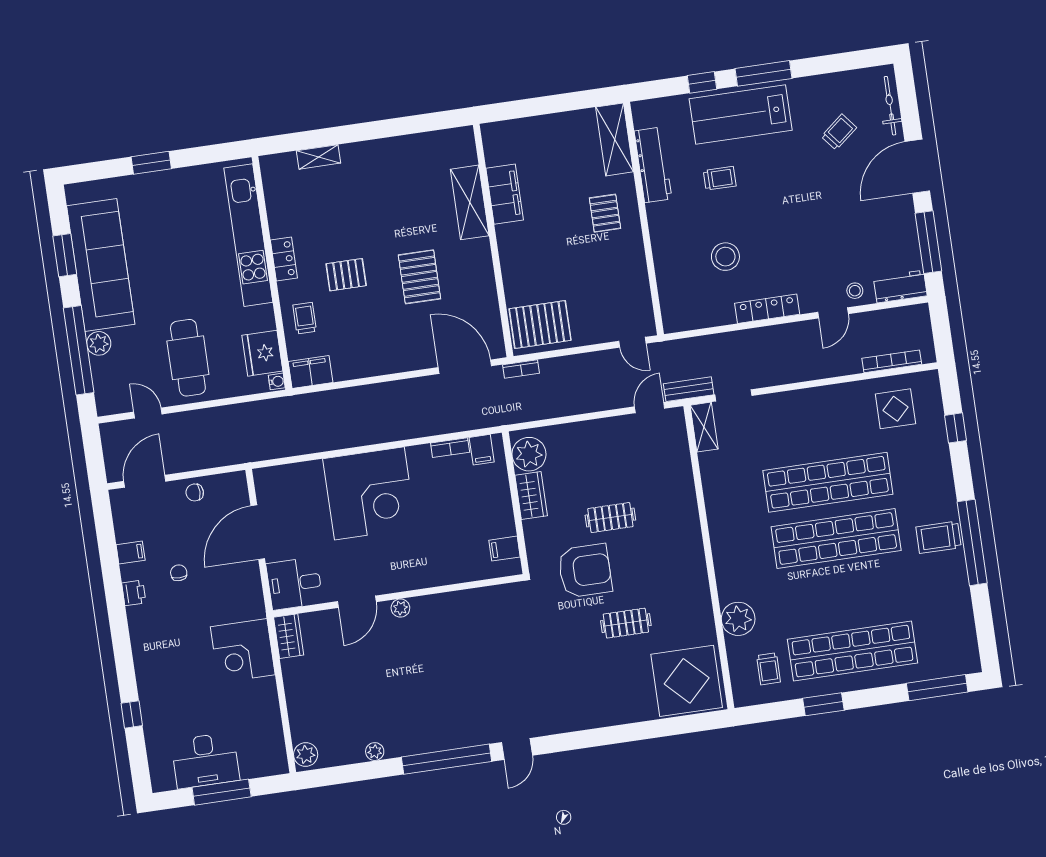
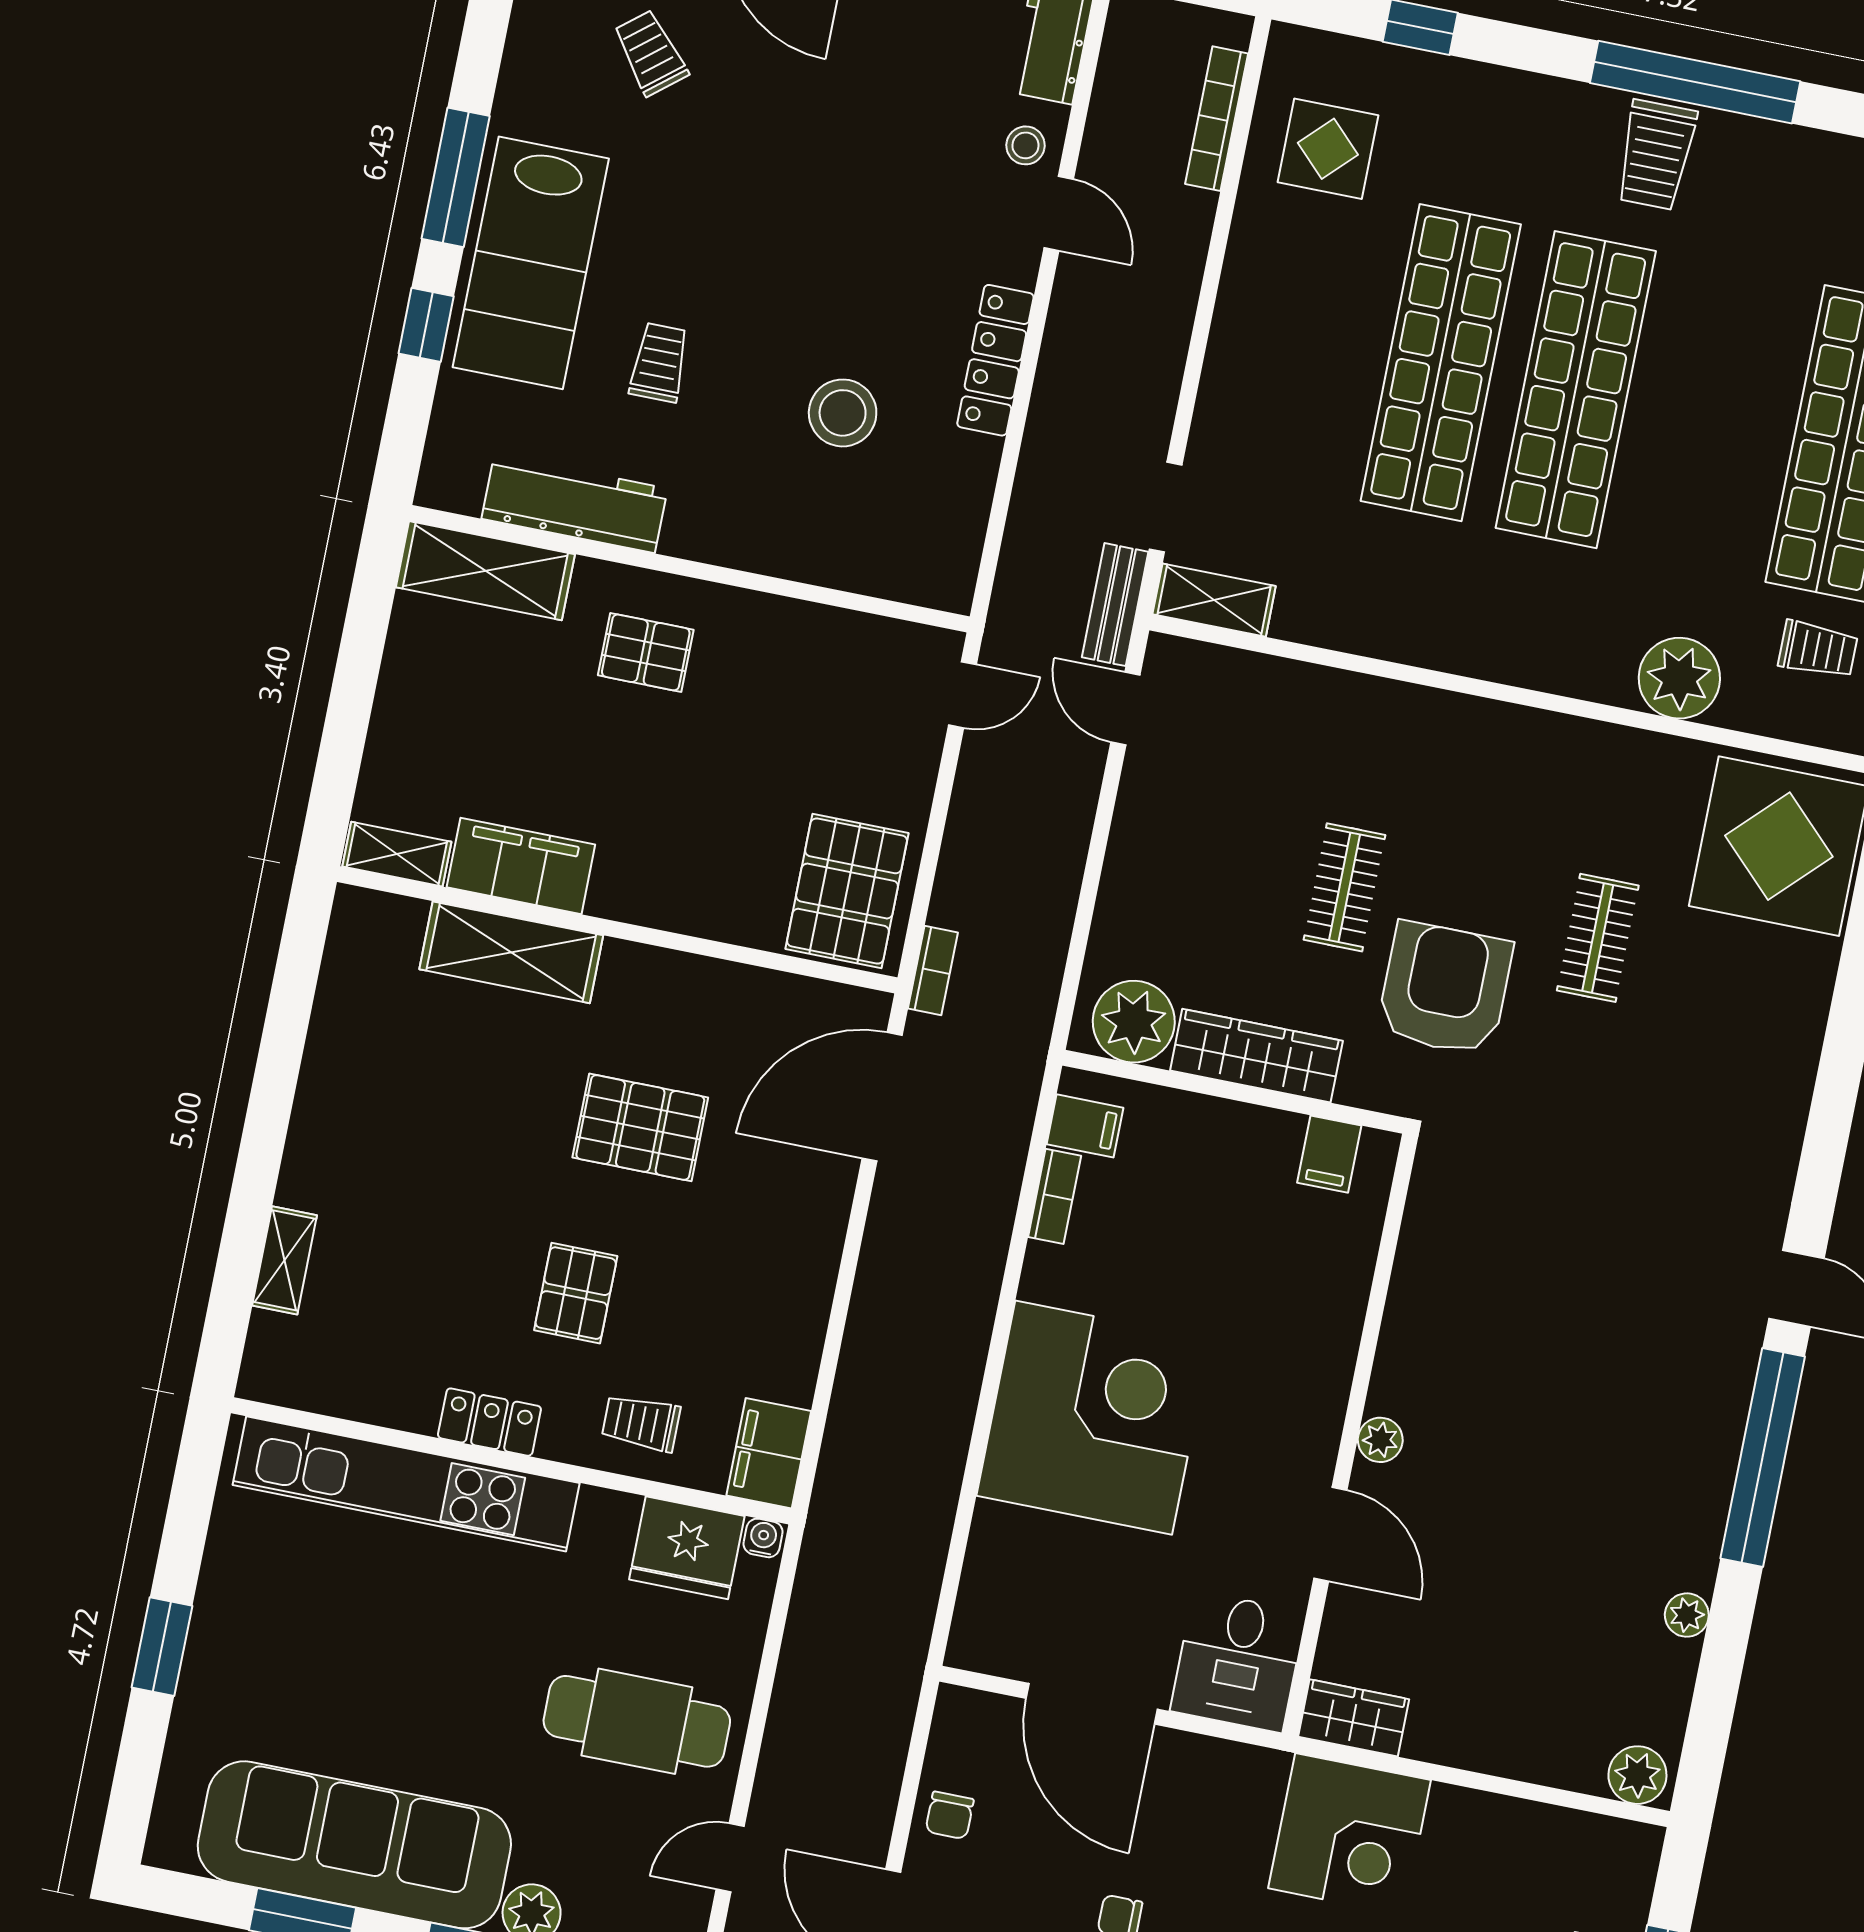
shelving: (492, 144) -> (397, 854), added
wardrobe: (531, 495) -> (1256, 1056), width x1.50

